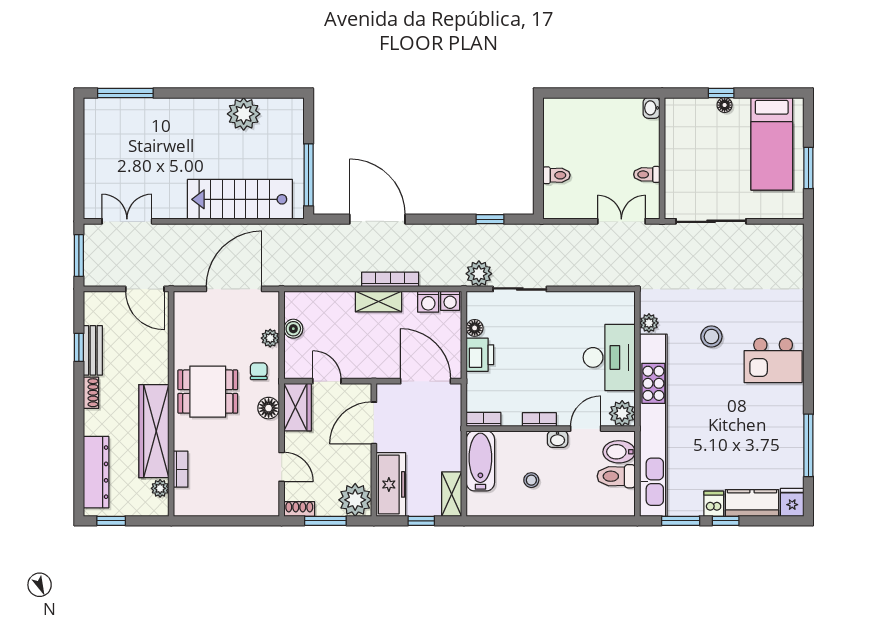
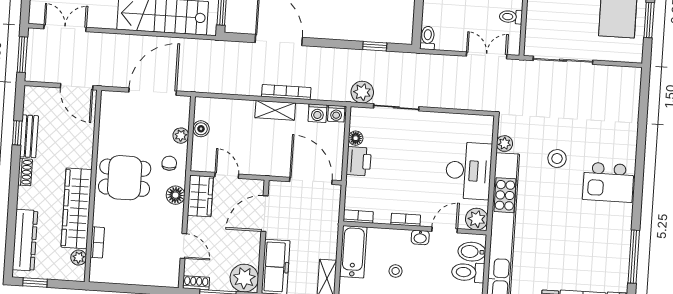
toilet: (556, 175) -> (428, 38), moved, turned -90

